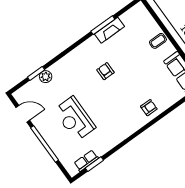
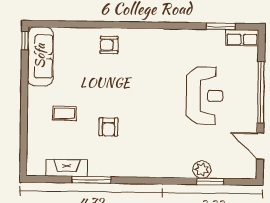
fireplace: (110, 30) -> (67, 168), moved
coffee table: (158, 41) -> (64, 113), moved
armchair: (105, 71) -> (108, 127), moved
row of seats: (86, 161) -> (242, 38), moved

